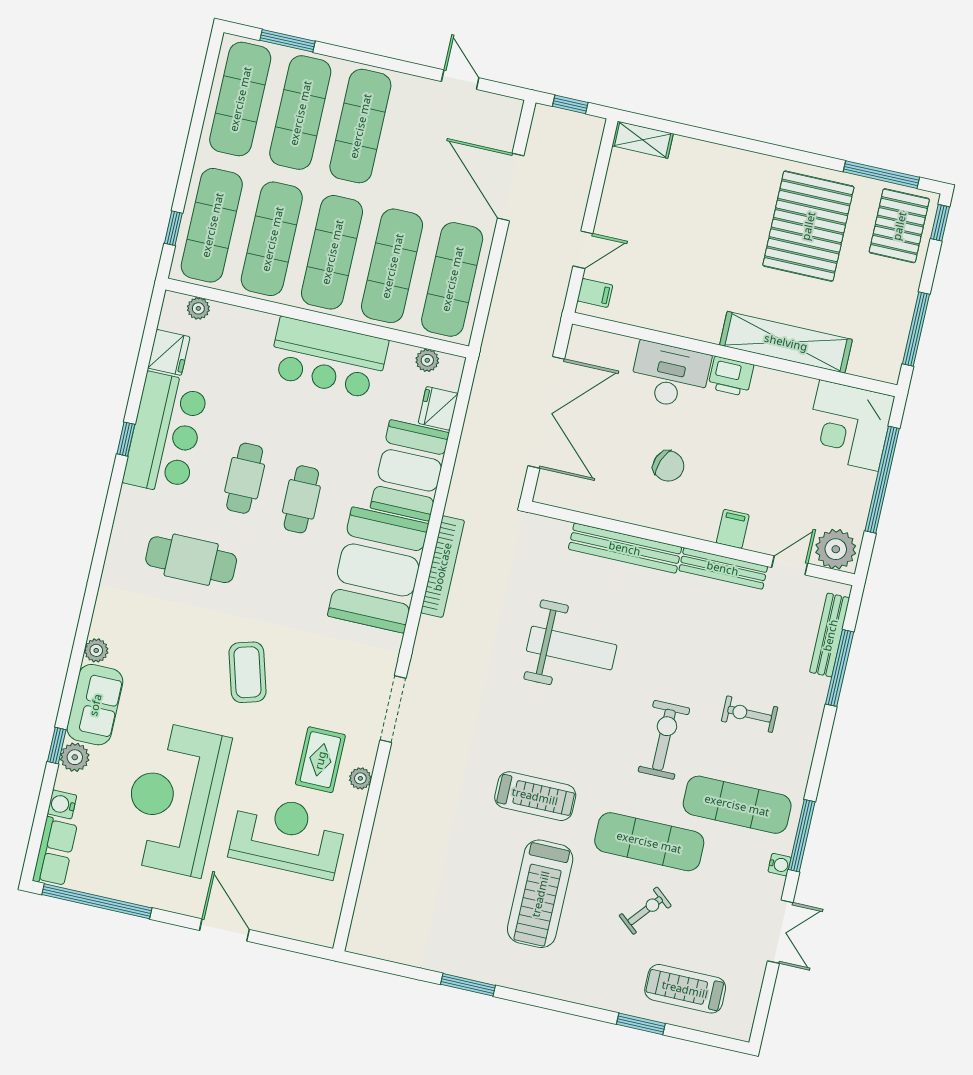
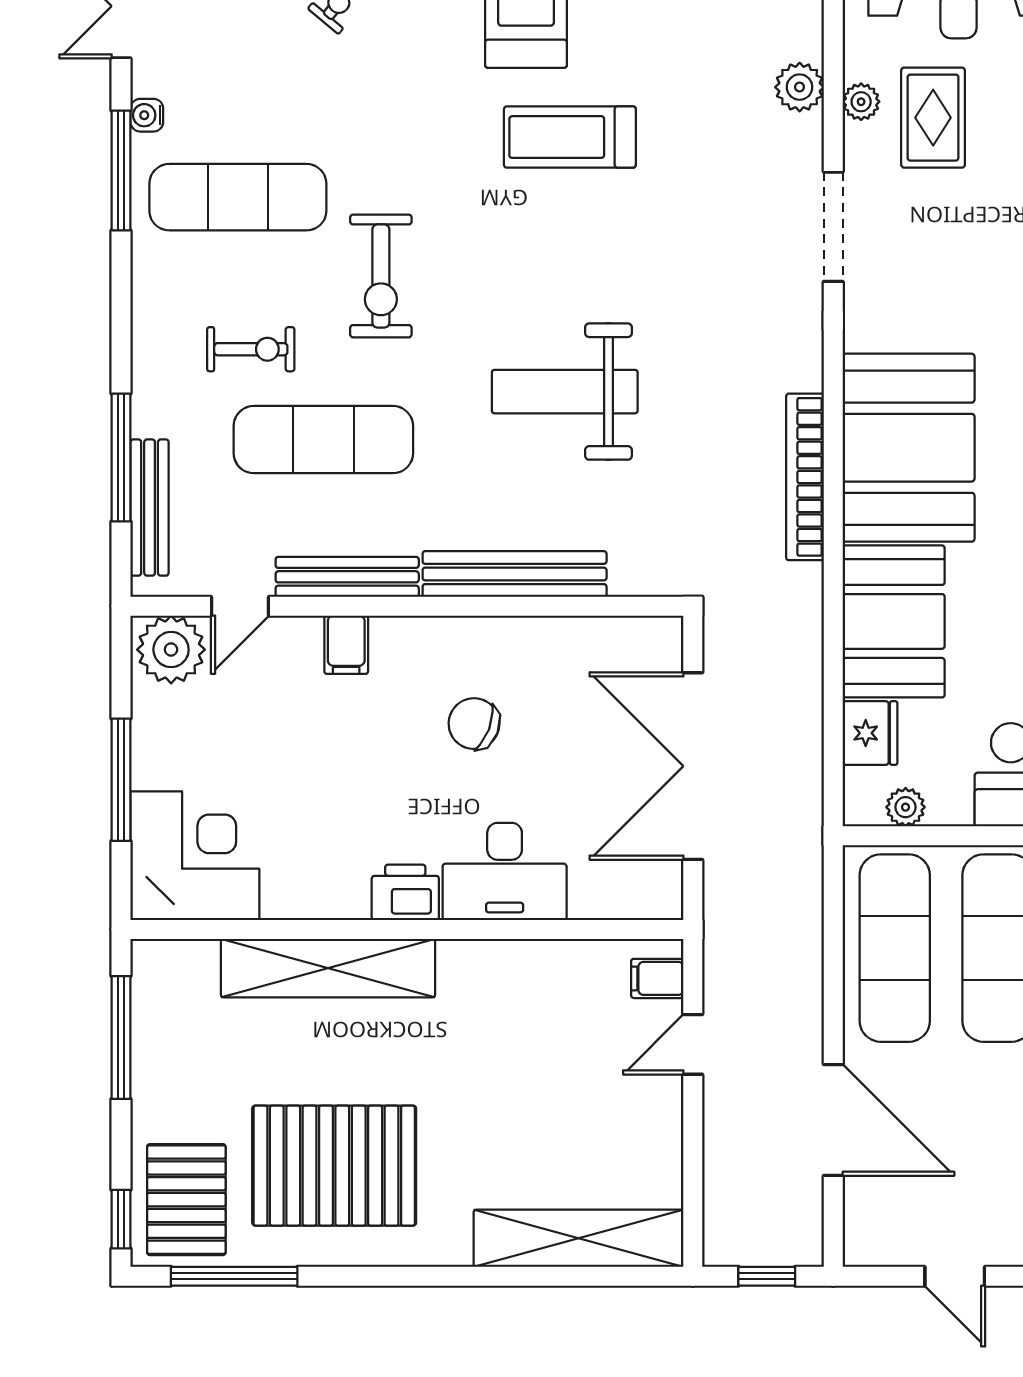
shelving: (643, 140) -> (578, 1238), width x2.20, depth x1.33
pallet: (808, 226) -> (334, 1166), turned 90
window: (882, 480) -> (121, 780), width x0.68
plant: (394, 795) -> (800, 87), added
exercise mat: (649, 842) -> (323, 440), moved

